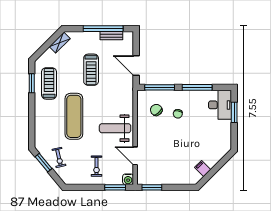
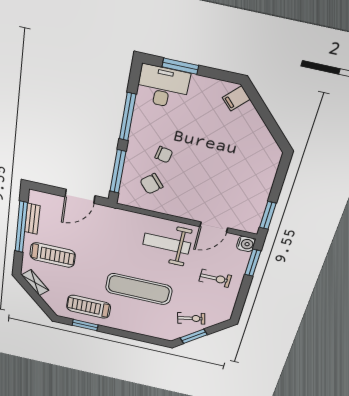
treadmill: (91, 70) -> (53, 255), moved
weight bench: (115, 128) -> (167, 244), turned 90
filing cabinet: (203, 169) -> (236, 98), moved

